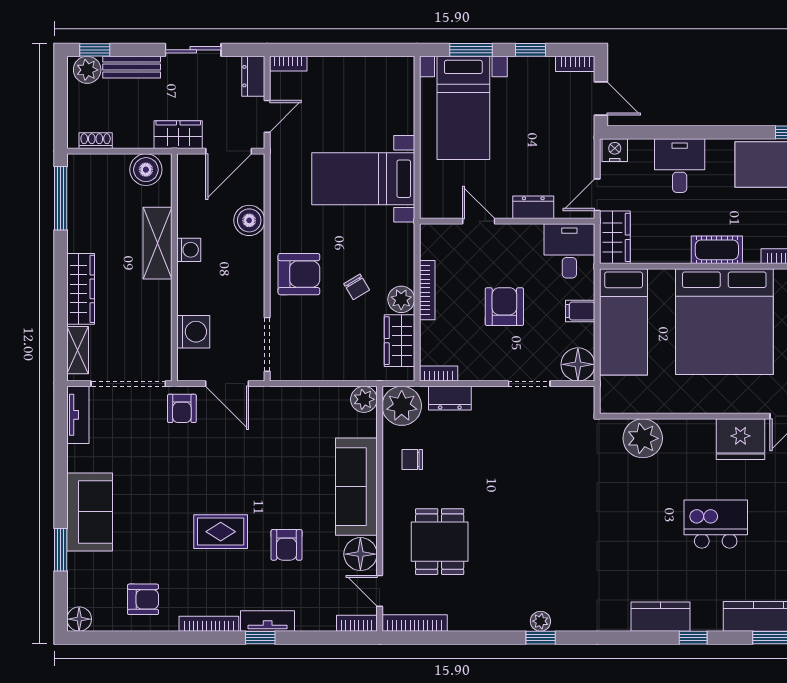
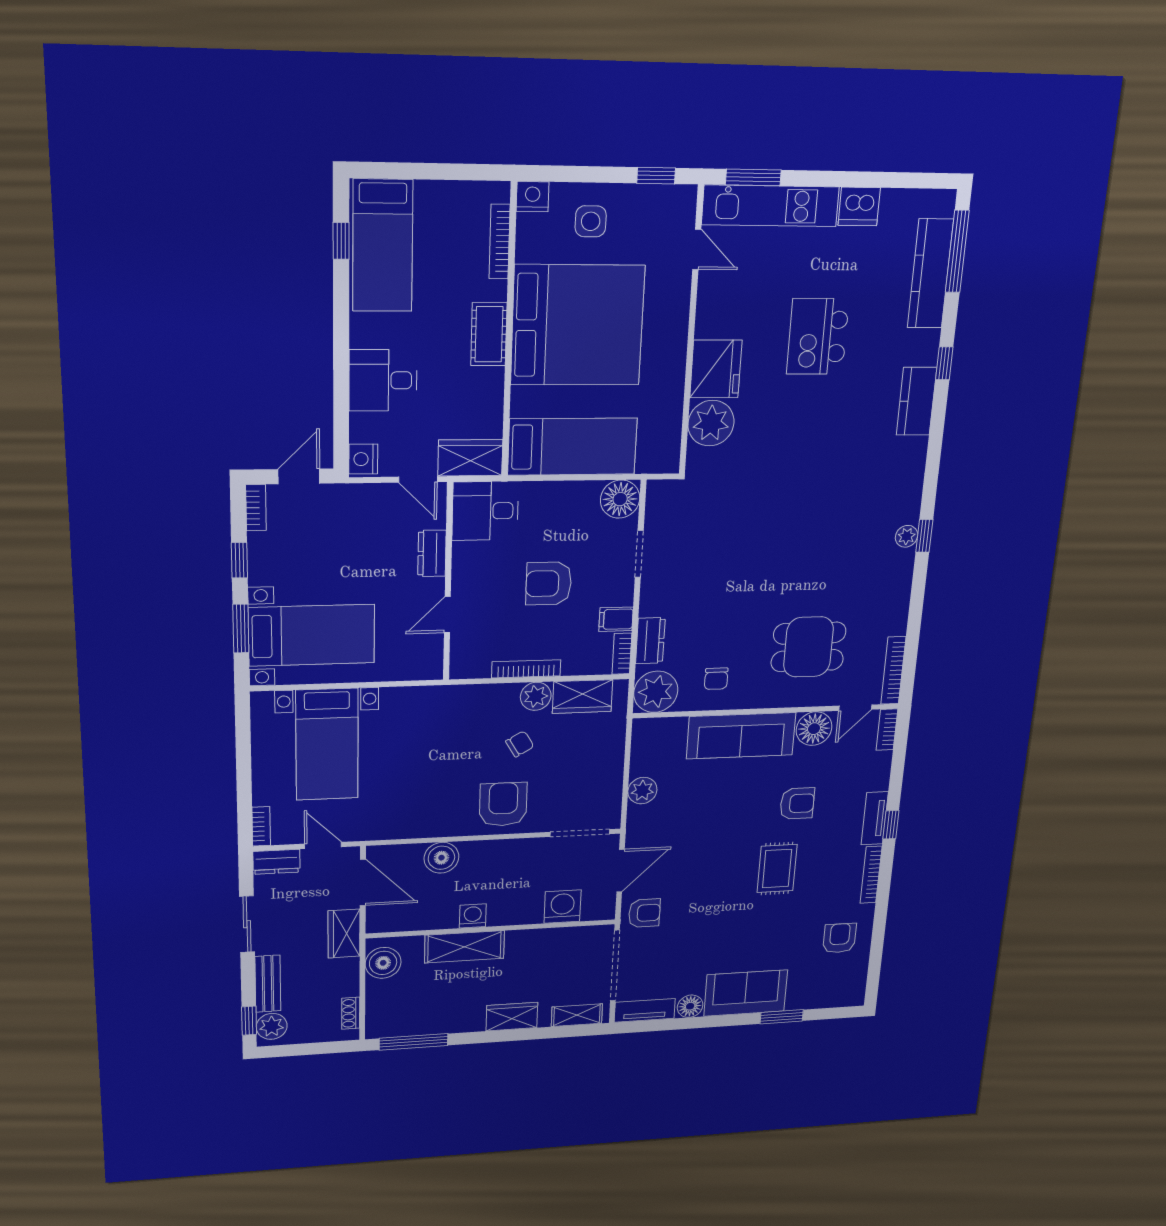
bed with nightstands: (363, 179) -> (327, 745), moved
wardrobe: (81, 289) -> (512, 1017), width x0.67
filing cabinet: (580, 311) -> (616, 619), moved, turned 90
plant: (364, 399) -> (642, 791), moved
fridge: (740, 439) -> (716, 369), moved
floor lamp: (79, 619) -> (690, 1006), moved

